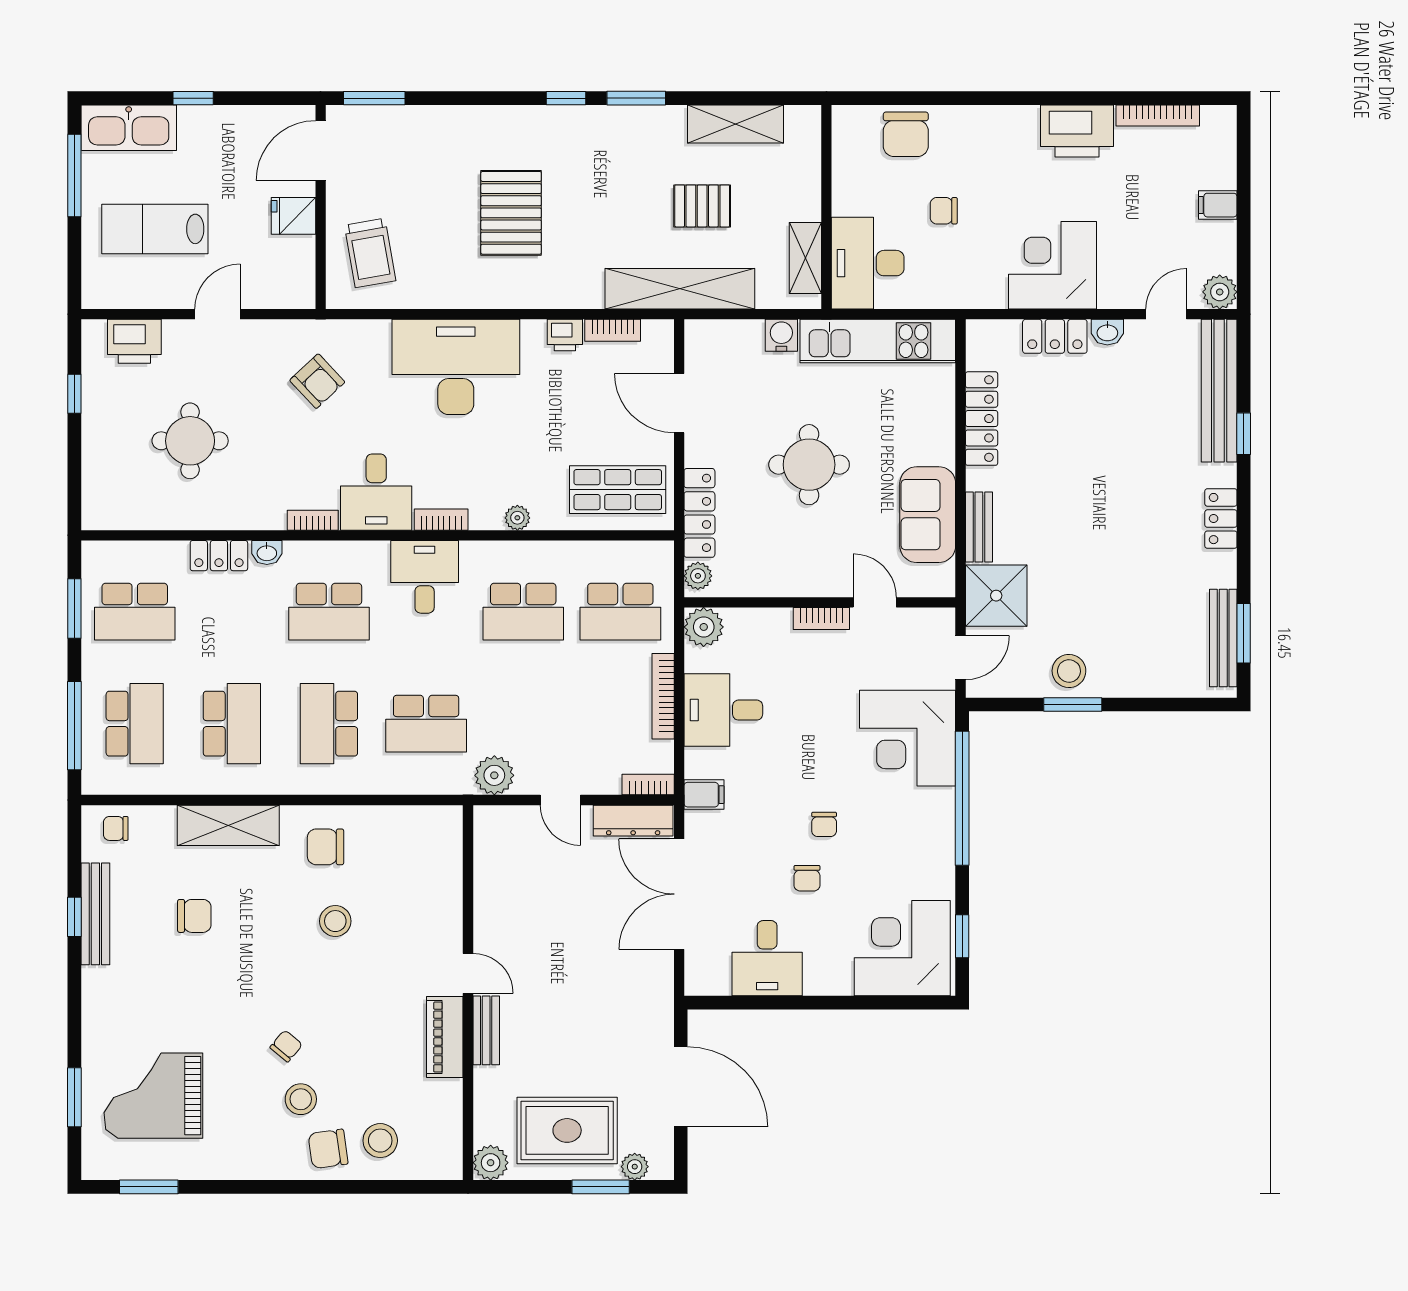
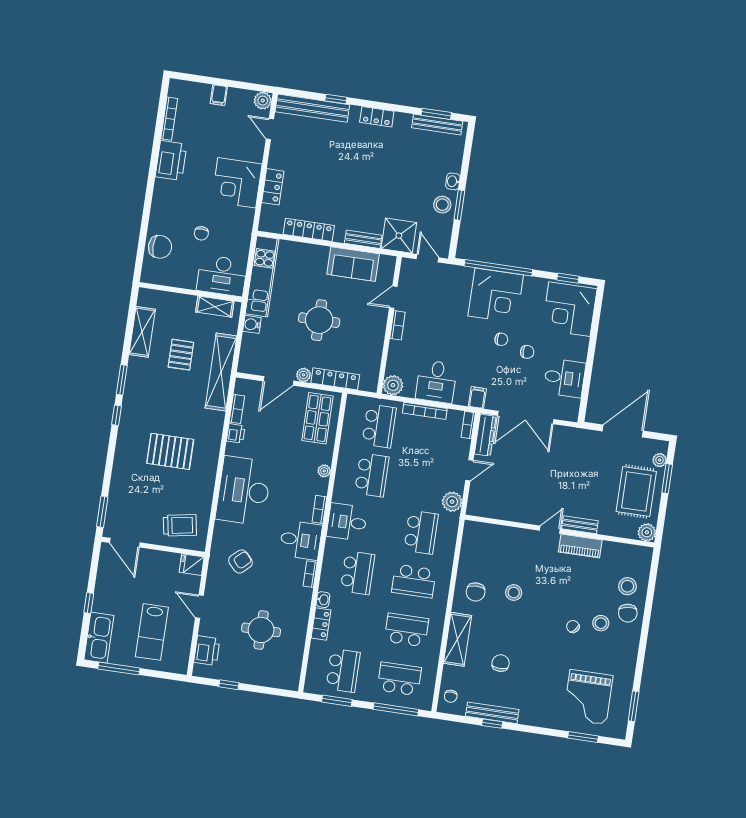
fridge: (294, 216) -> (192, 565), moved, turned 90
washbasin: (1107, 332) -> (453, 181), moved, turned 180
plant: (698, 576) -> (303, 375), moved
corner desk: (907, 738) -> (496, 296), moved

